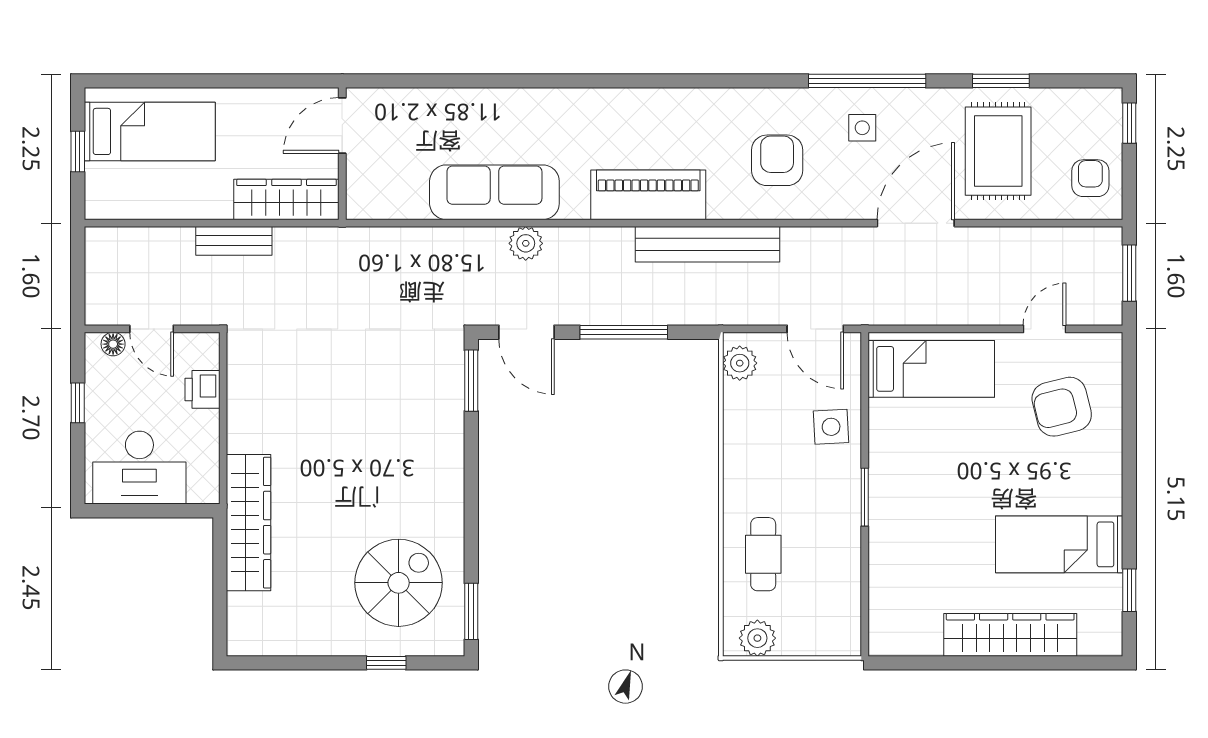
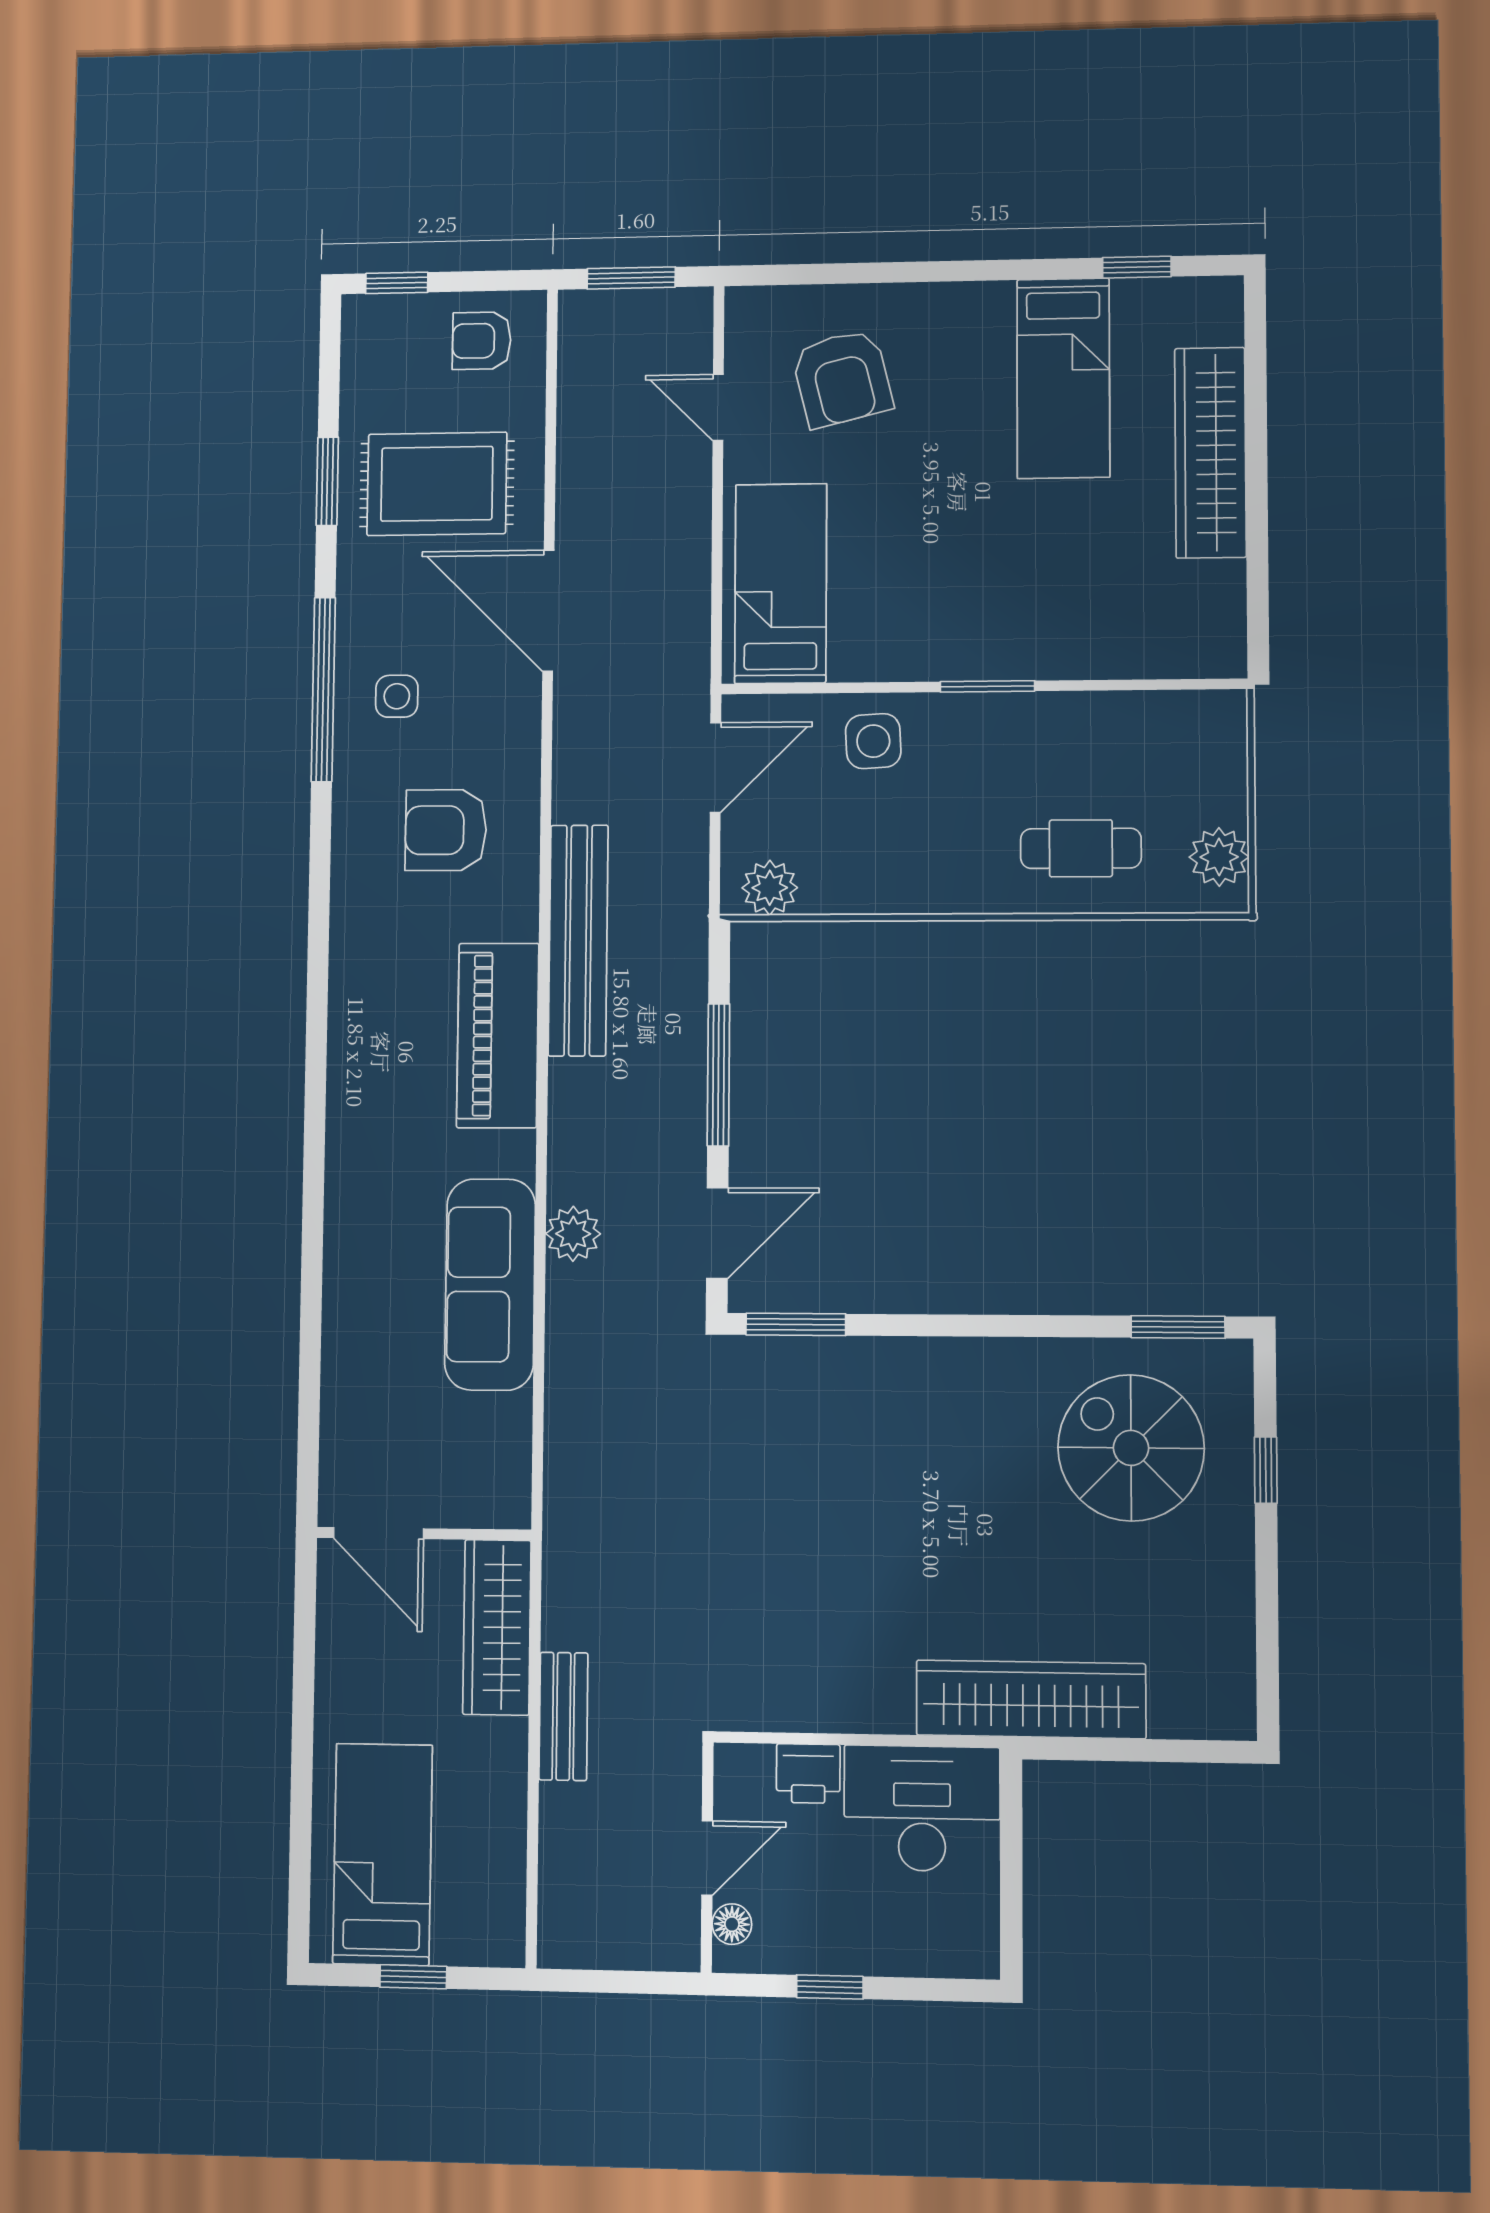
desk: (139, 468) -> (922, 1808), moved, turned -90

